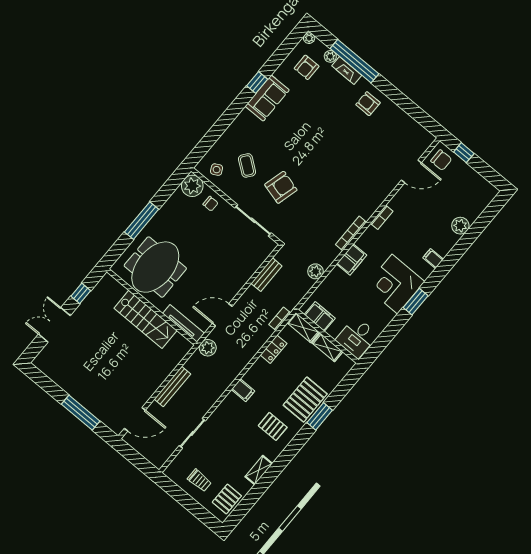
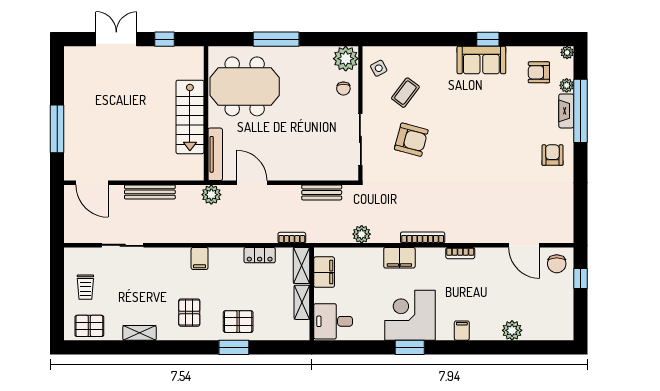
pallet: (305, 400) -> (238, 322), width x0.67, depth x0.71

